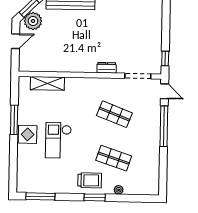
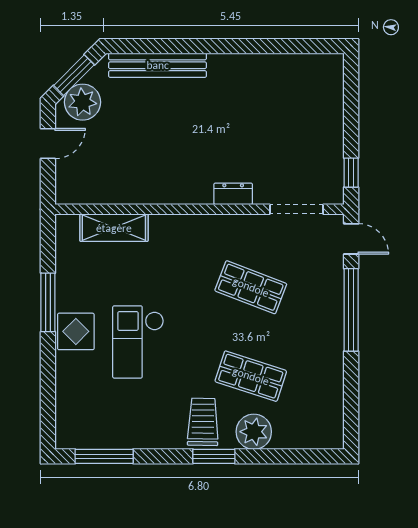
trolley: (90, 180) -> (203, 422), turned -89
plant: (119, 190) -> (254, 432), width x1.88, depth x1.88

